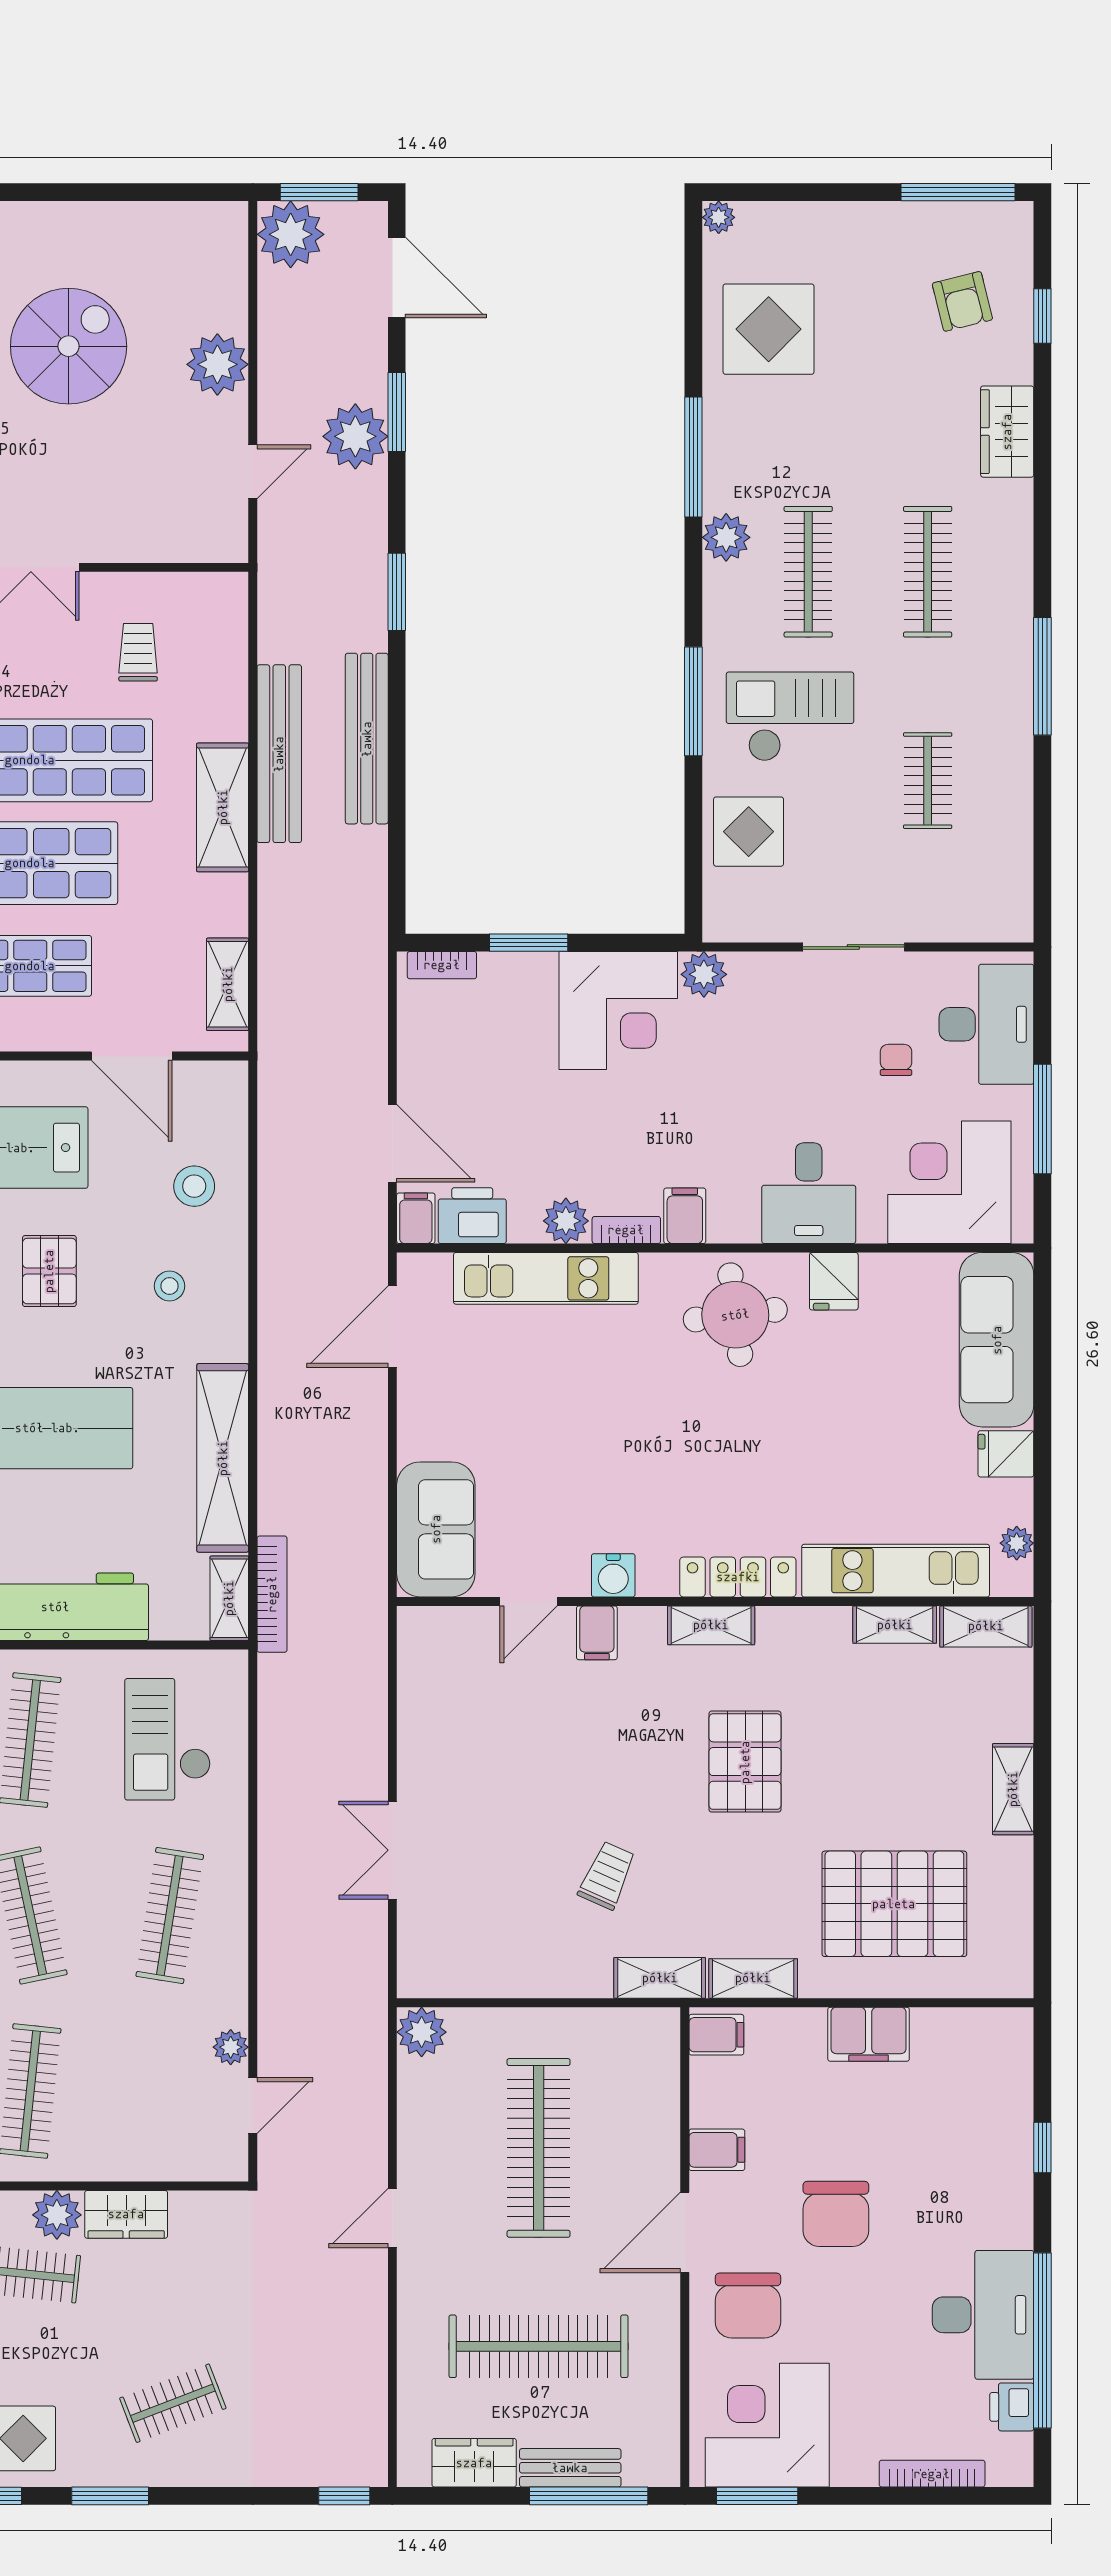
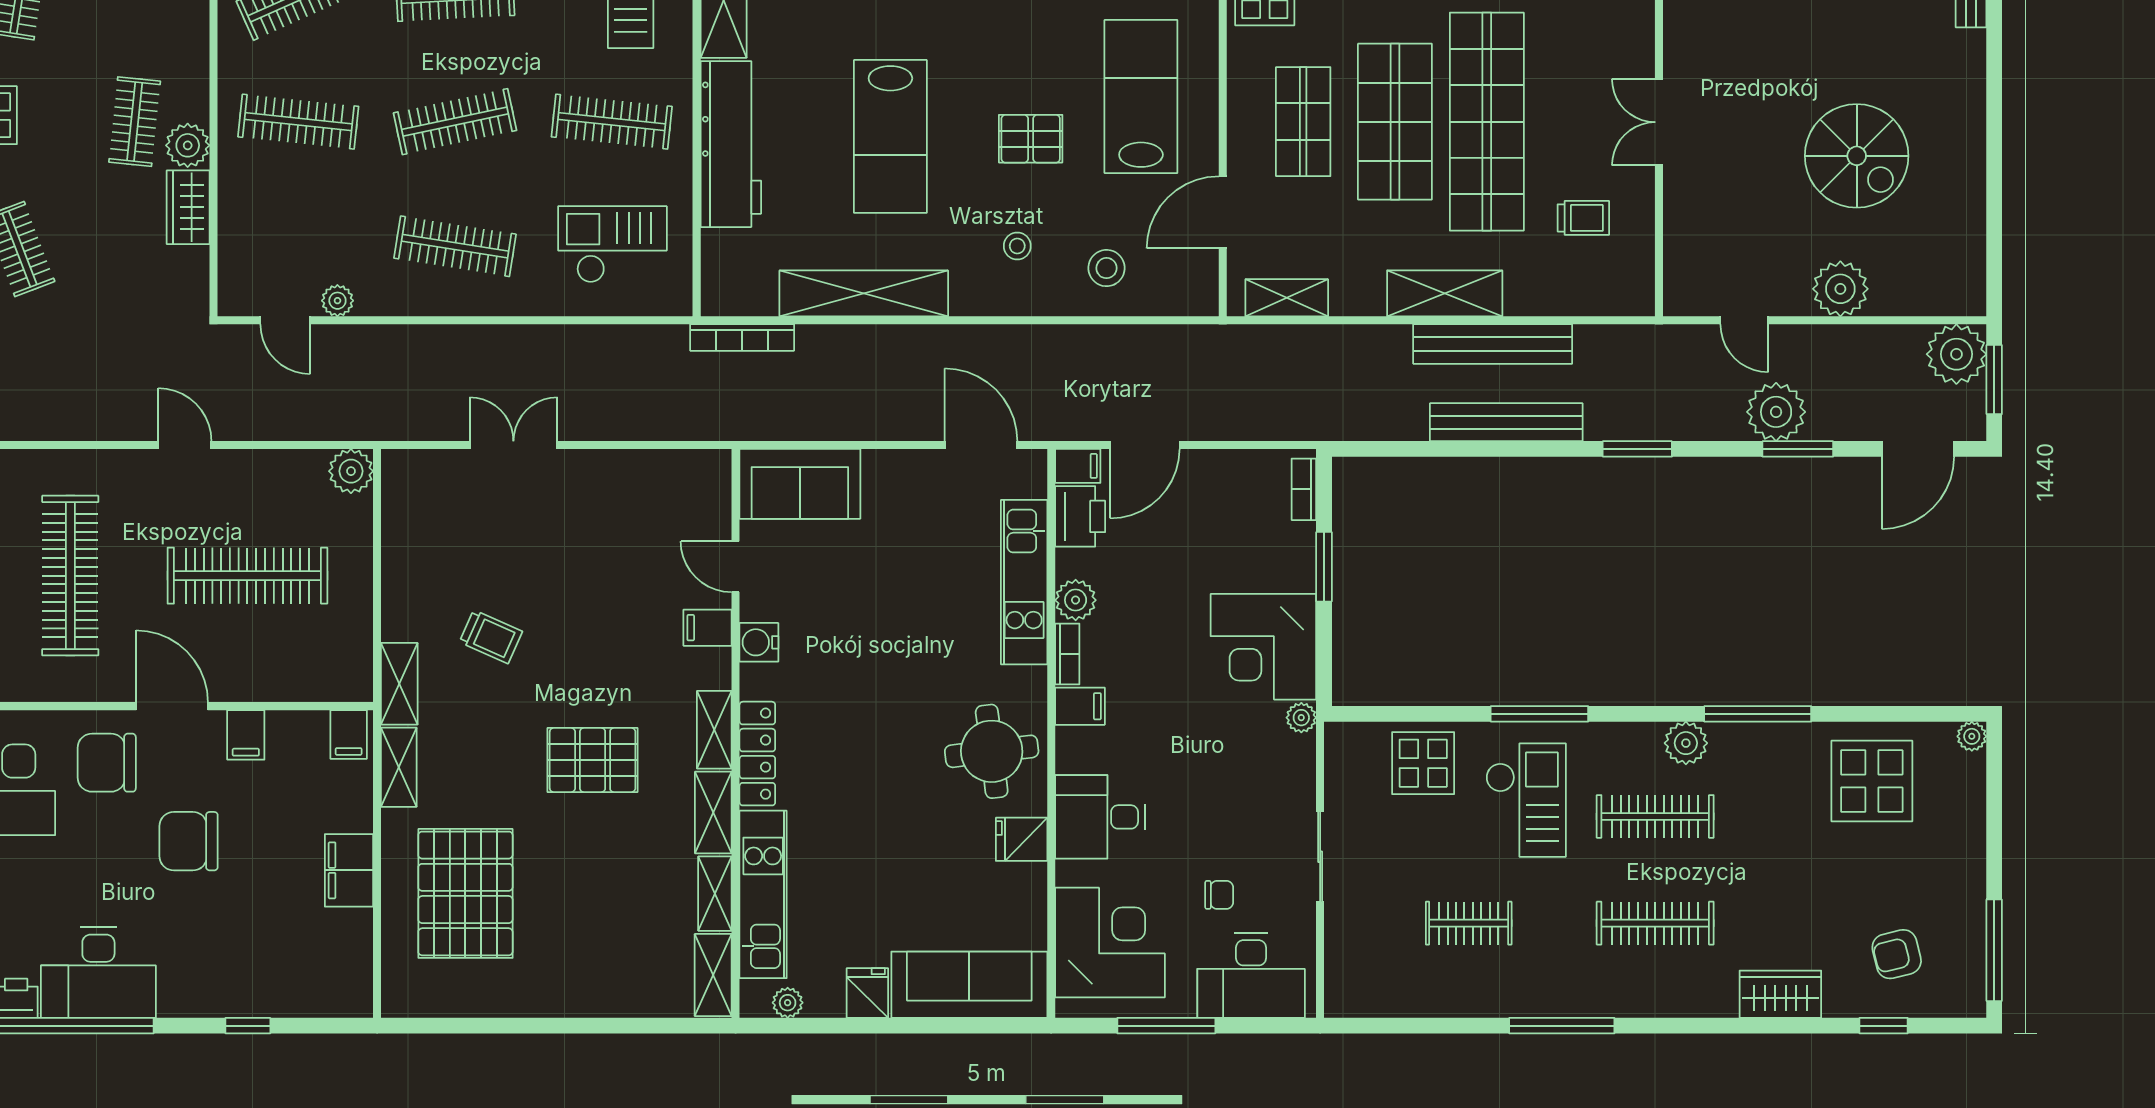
plant: (704, 974) -> (1301, 718), width x0.73, depth x0.73
shelving: (229, 1598) -> (738, 299), removed
shelving: (1013, 1789) -> (713, 812), moved, turned 90

